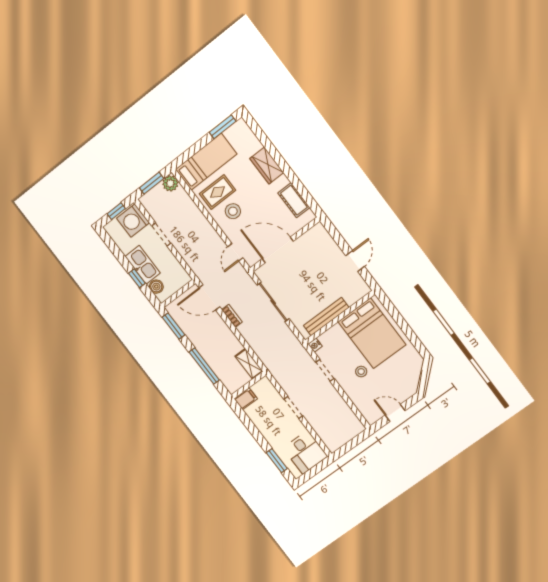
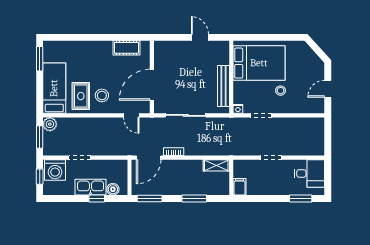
wardrobe: (267, 166) -> (89, 49), removed
window: (204, 366) -> (194, 199), width x0.69

